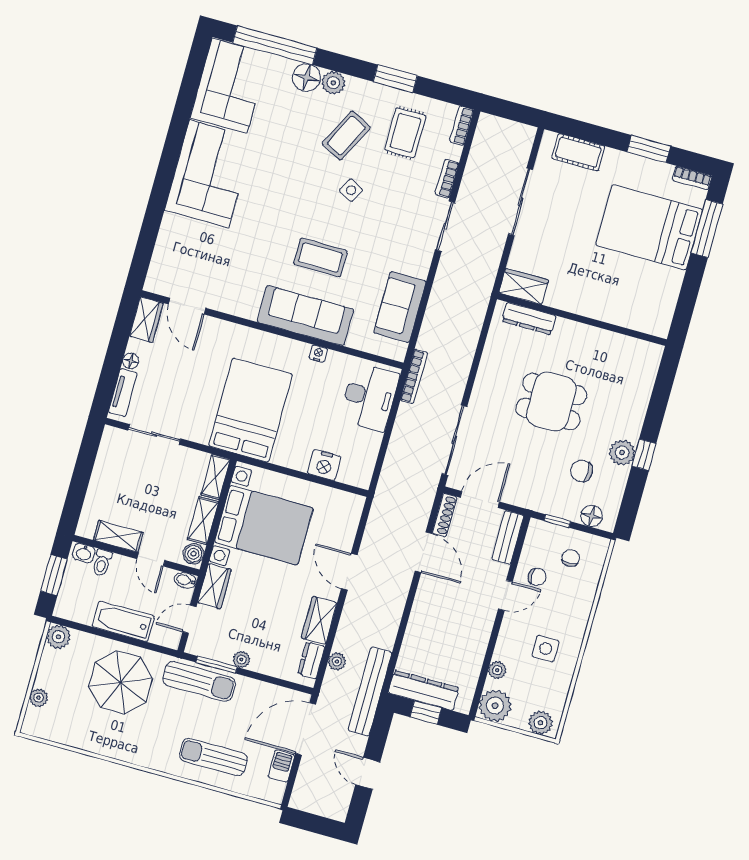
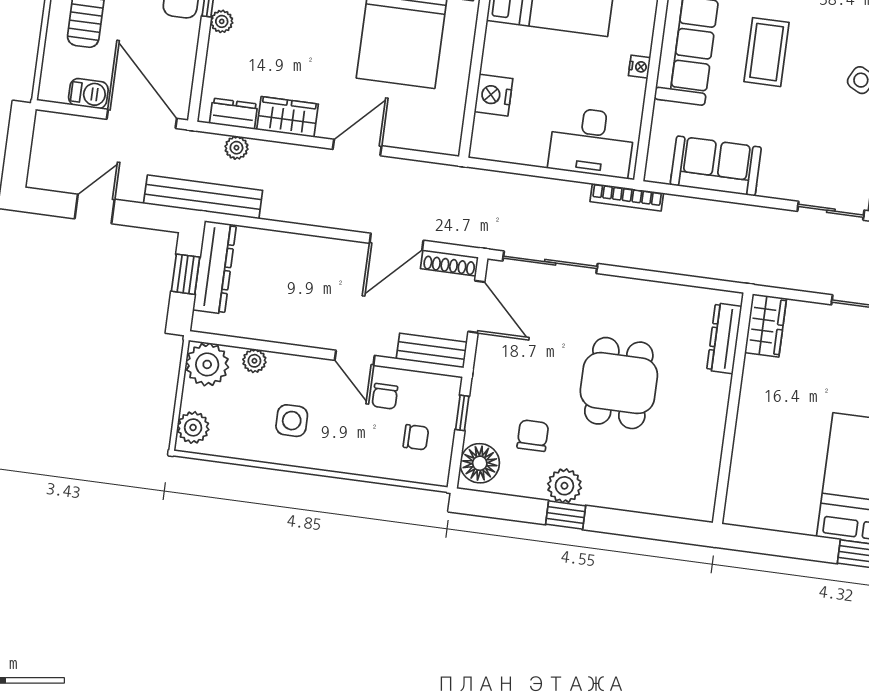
floor lamp: (592, 516) -> (480, 463), width x1.38, depth x1.38

